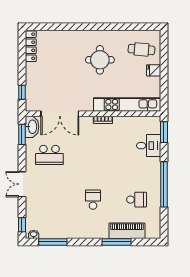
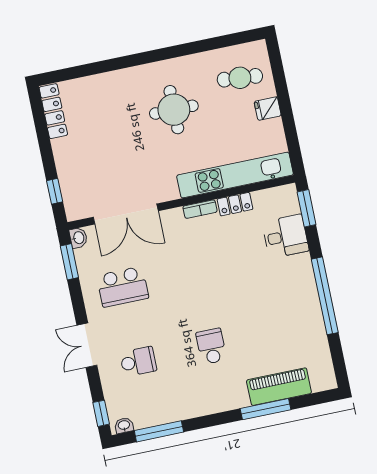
locker: (124, 121) -> (235, 204), added
washbasin: (32, 127) -> (78, 238), width x0.52, depth x0.69
school desk: (137, 200) -> (138, 362), moved

